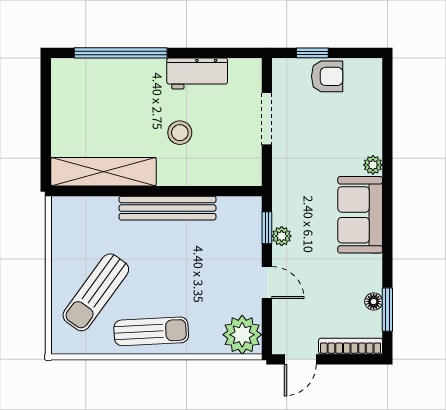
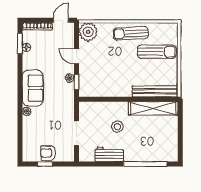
window: (312, 53) -> (45, 164), moved
bench: (167, 208) -> (155, 91), moved
sun lounger: (96, 292) -> (157, 52), turned 54

